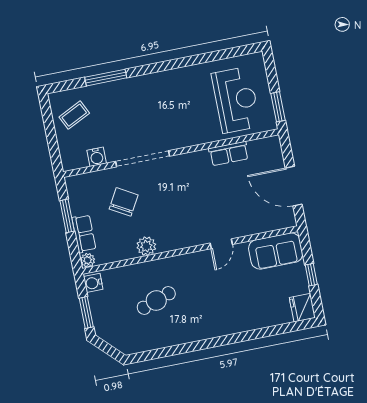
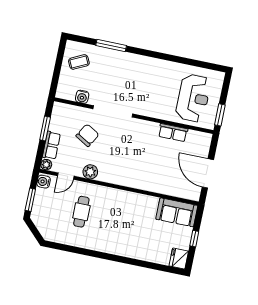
door: (221, 244) -> (66, 176), moved
cafe table: (156, 300) -> (81, 212), turned -71

